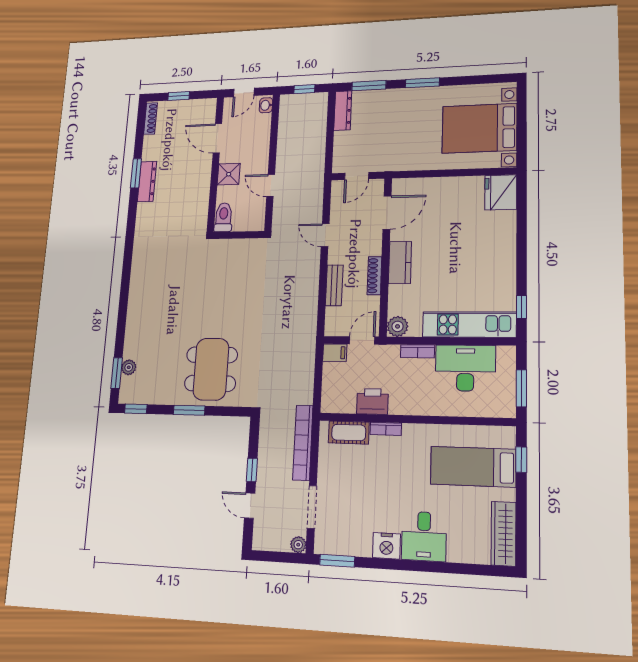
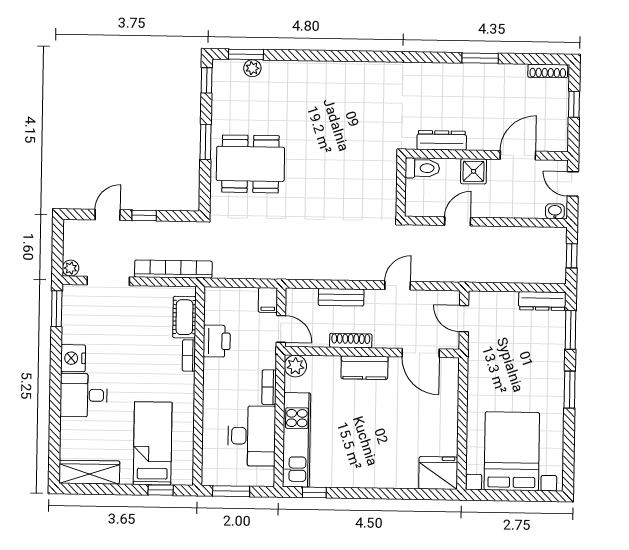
dresser: (147, 181) -> (442, 140), moved, turned 180

